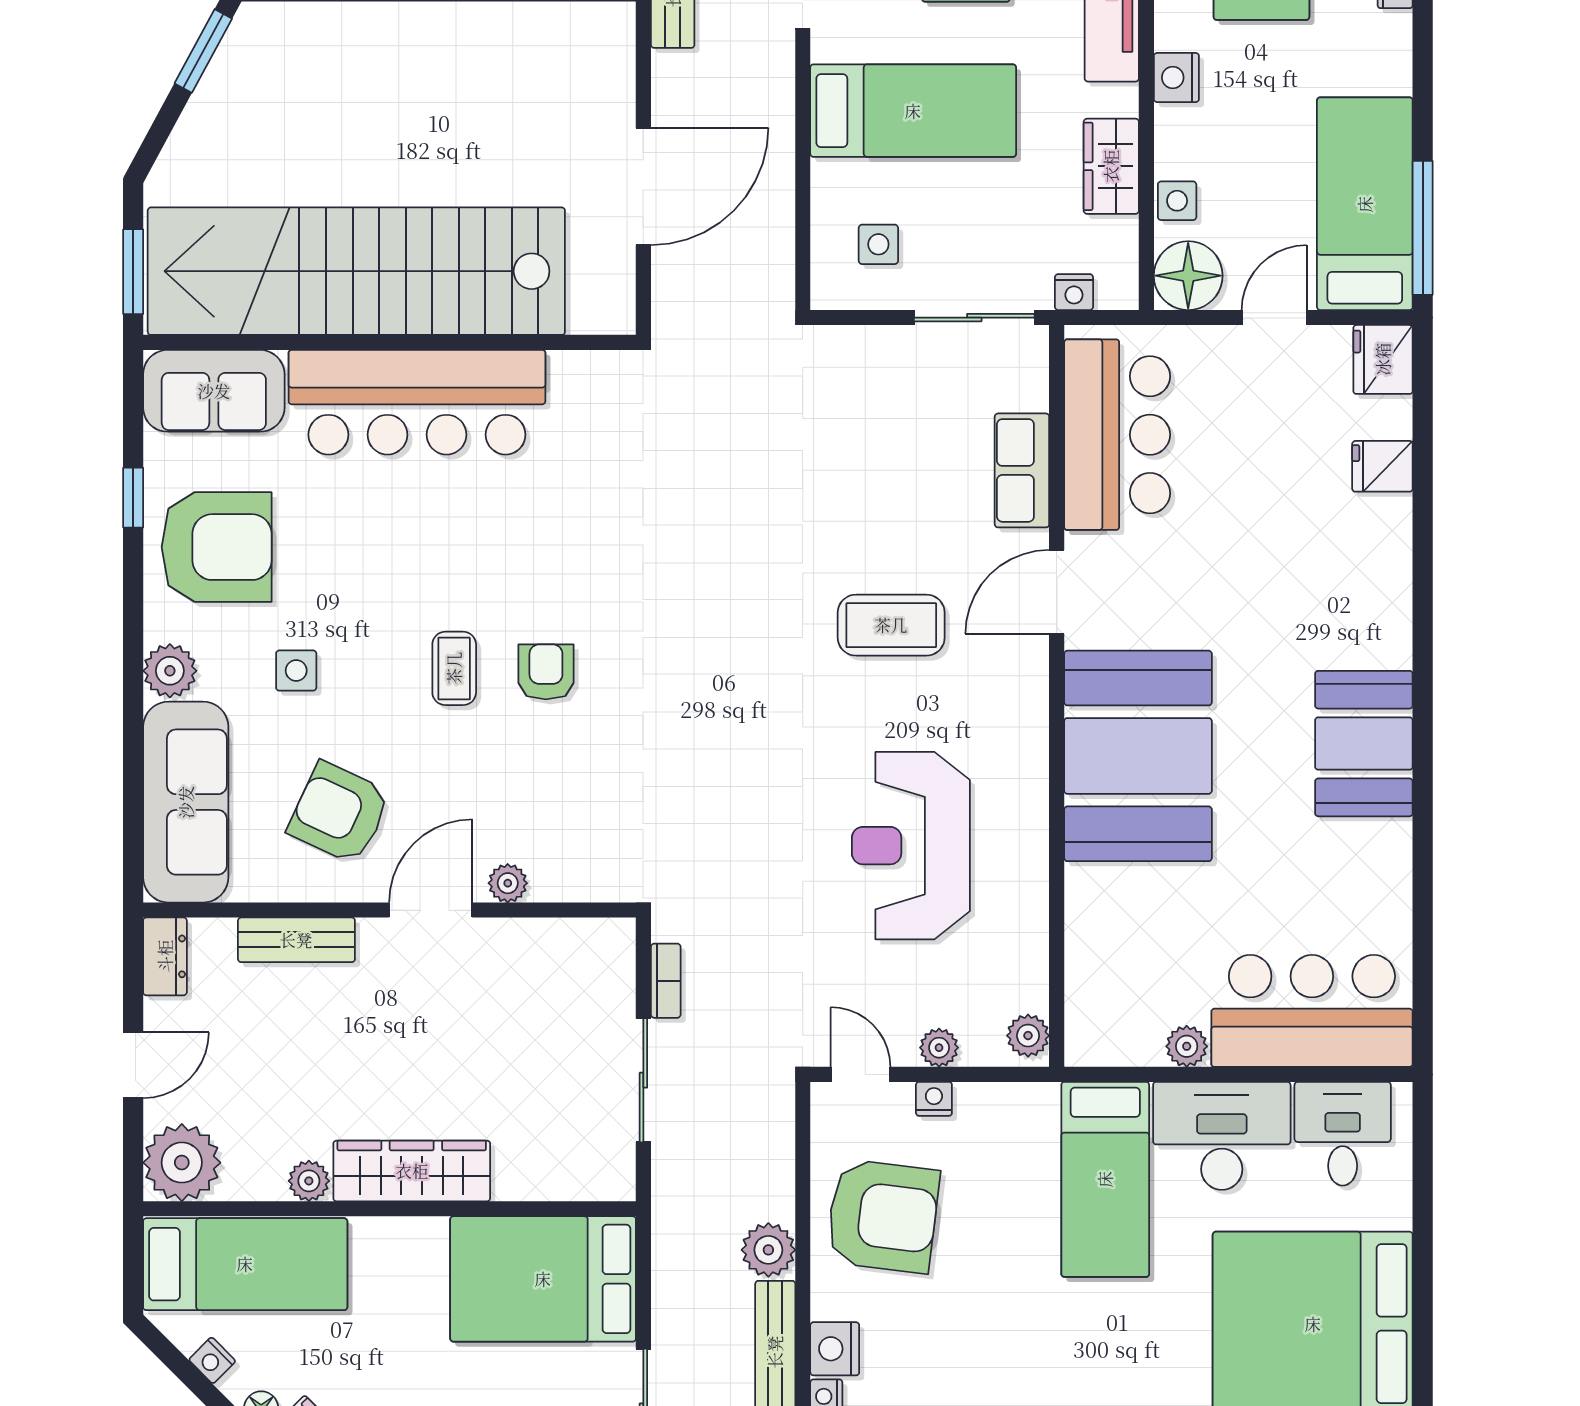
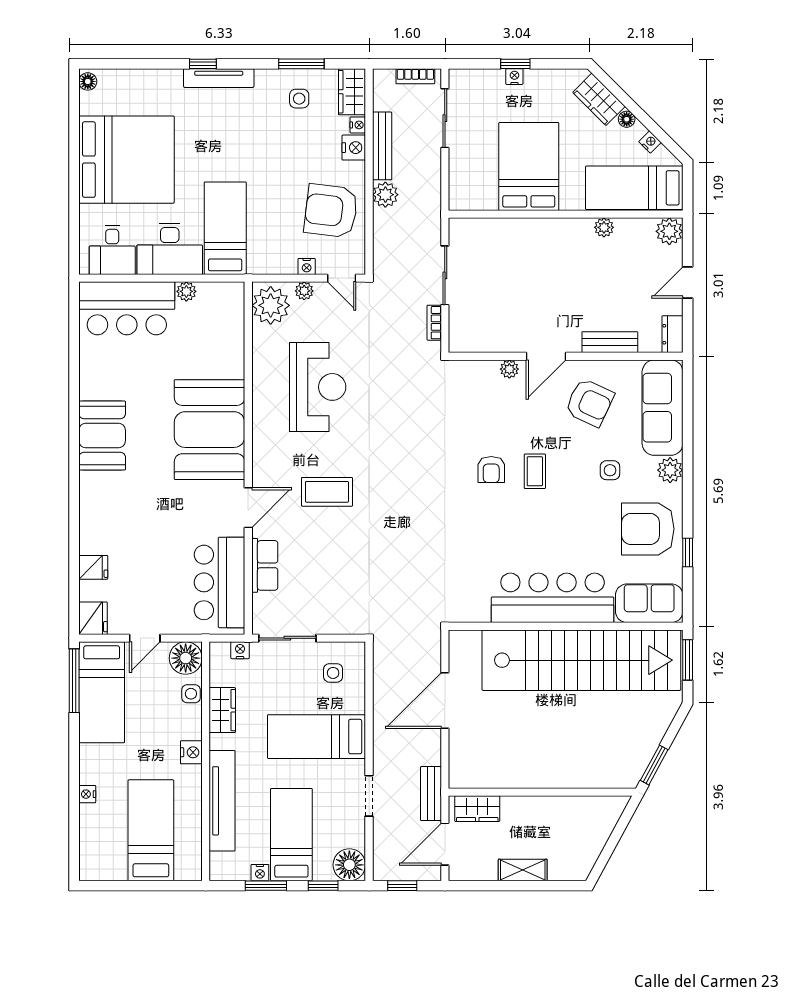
plant: (1028, 1036) -> (271, 305), width x1.88, depth x1.88
plant: (182, 1163) -> (669, 231), width x0.73, depth x0.73
wardrobe: (412, 1171) -> (555, 232), removed
bed: (543, 1279) -> (529, 166), moved, turned -90

